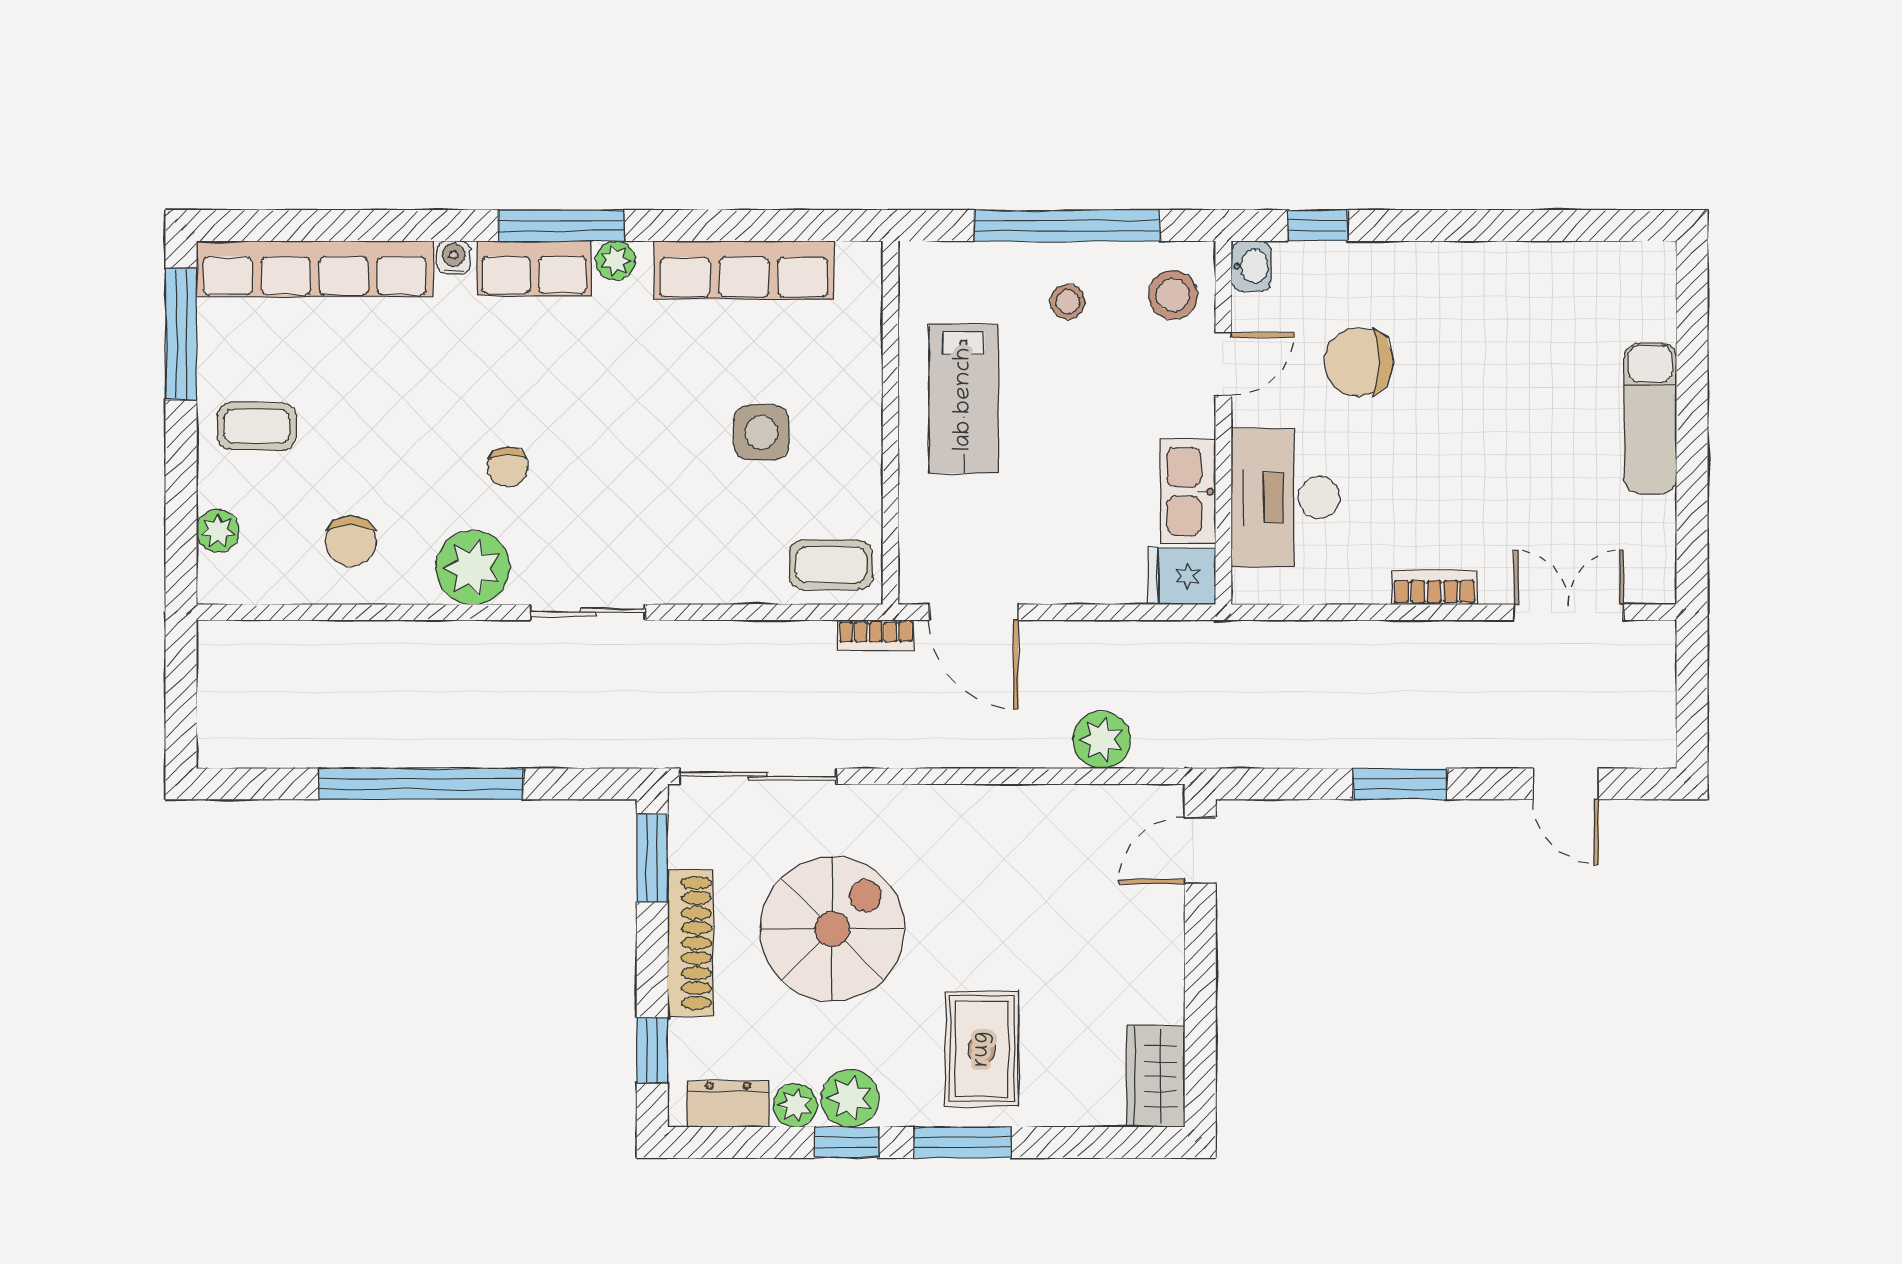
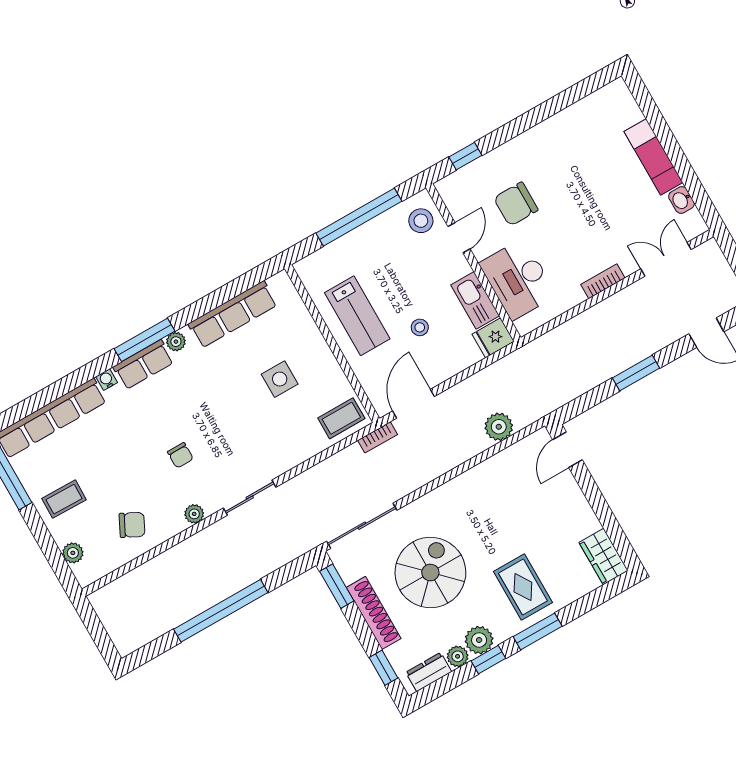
washbasin: (1251, 266) -> (681, 200), moved, turned 180
stool: (1068, 302) -> (420, 327), moved
chair: (351, 541) -> (132, 525), turned -63
plant: (473, 568) -> (194, 514), width x0.53, depth x0.53
door: (974, 612) -> (414, 404), swing flipped

